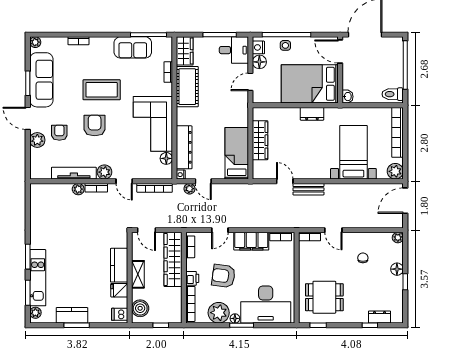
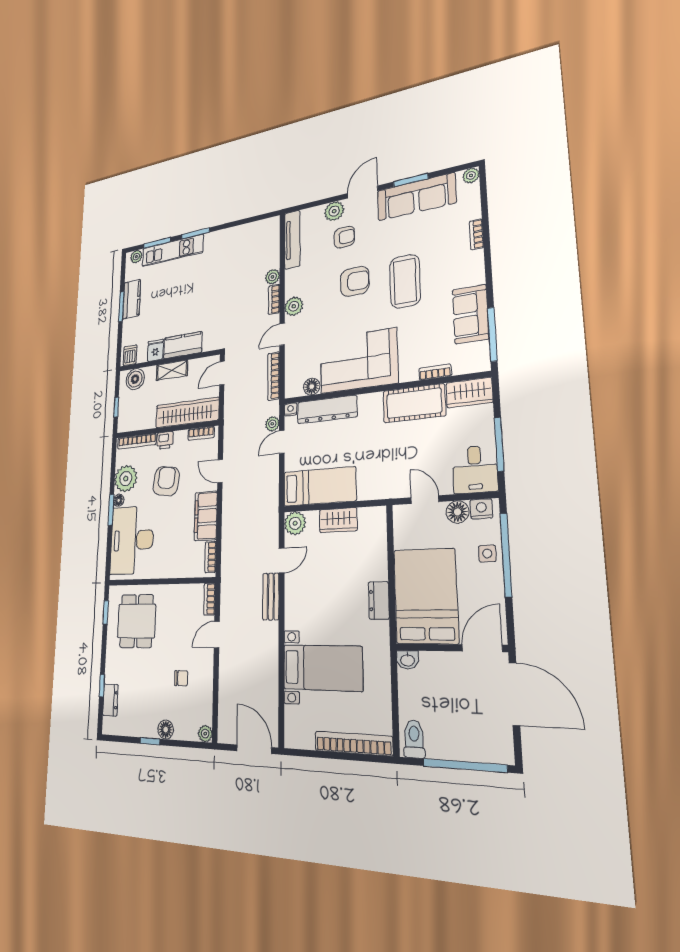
wardrobe: (260, 140) -> (338, 520), width x0.67
plant: (395, 171) -> (295, 523), moved
tv unit: (74, 173) -> (292, 240), moved

